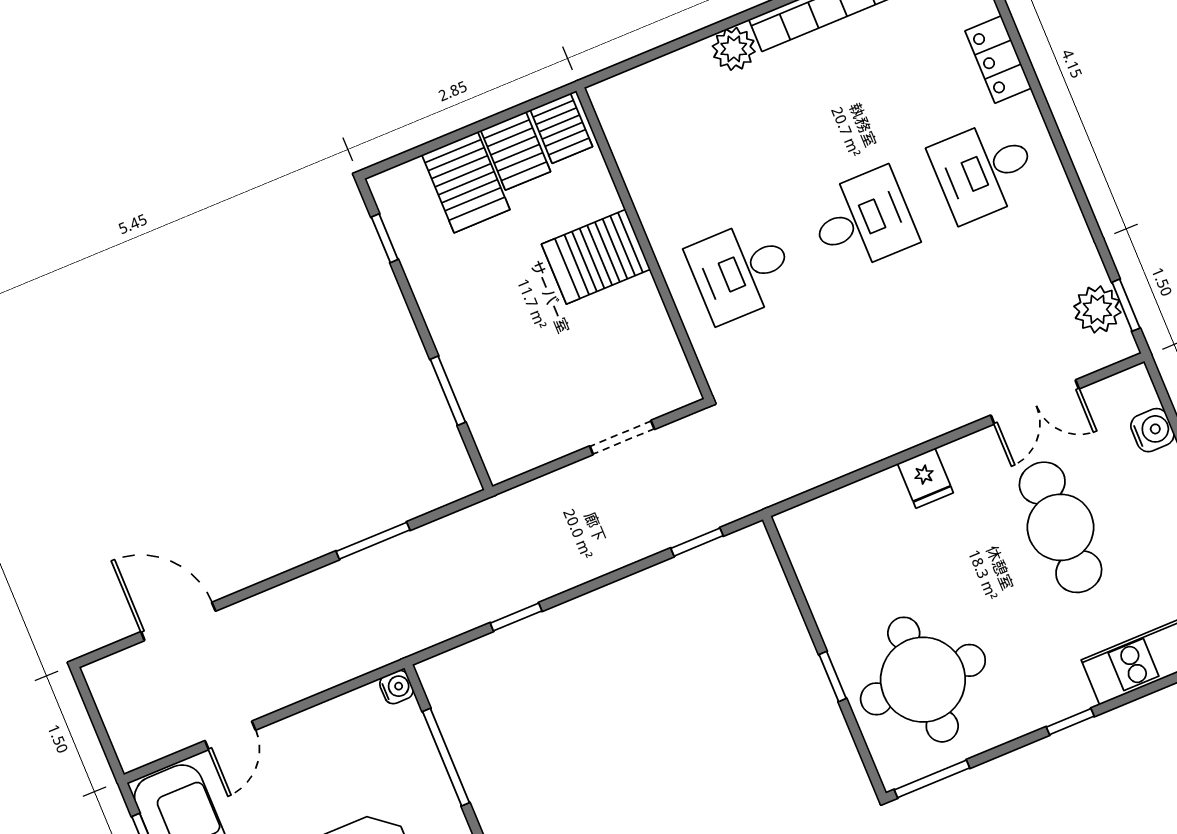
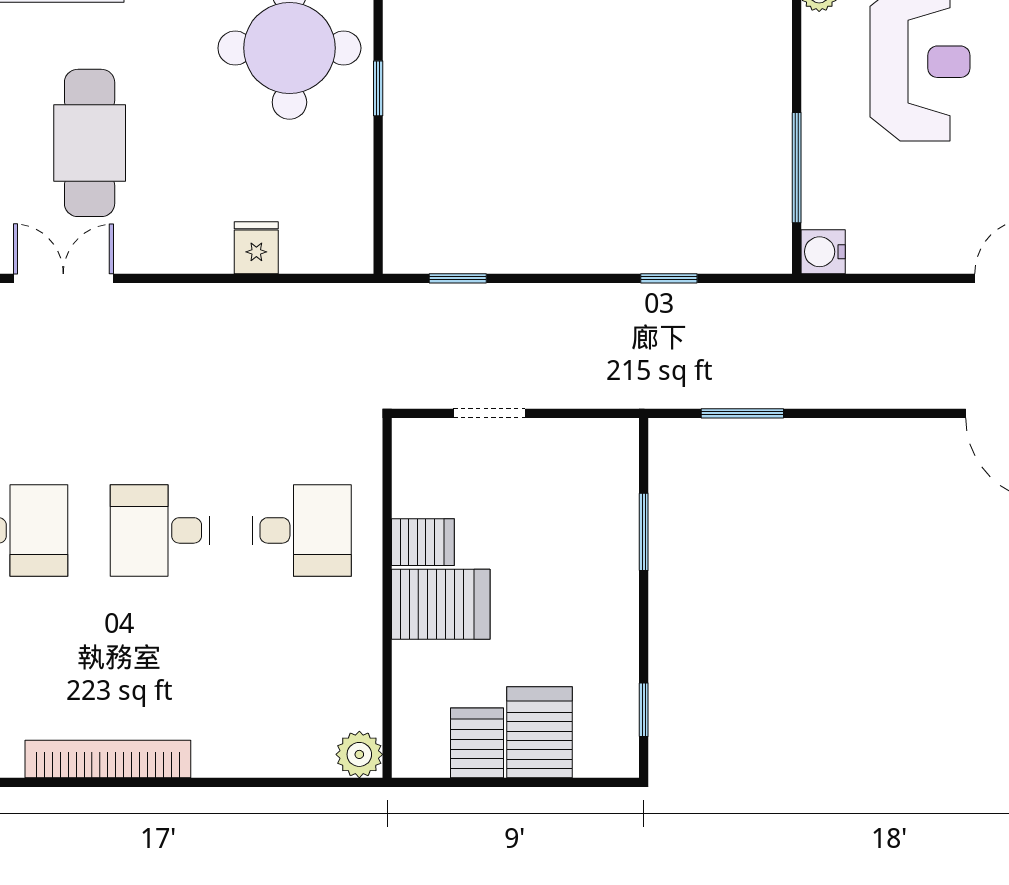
plant: (734, 49) -> (359, 754), moved
server rack: (561, 128) -> (423, 542), moved, turned 90
fridge: (925, 478) -> (256, 248), moved
window: (373, 541) -> (742, 413), moved
water cooler: (396, 687) -> (823, 252), width x1.38, depth x1.38

